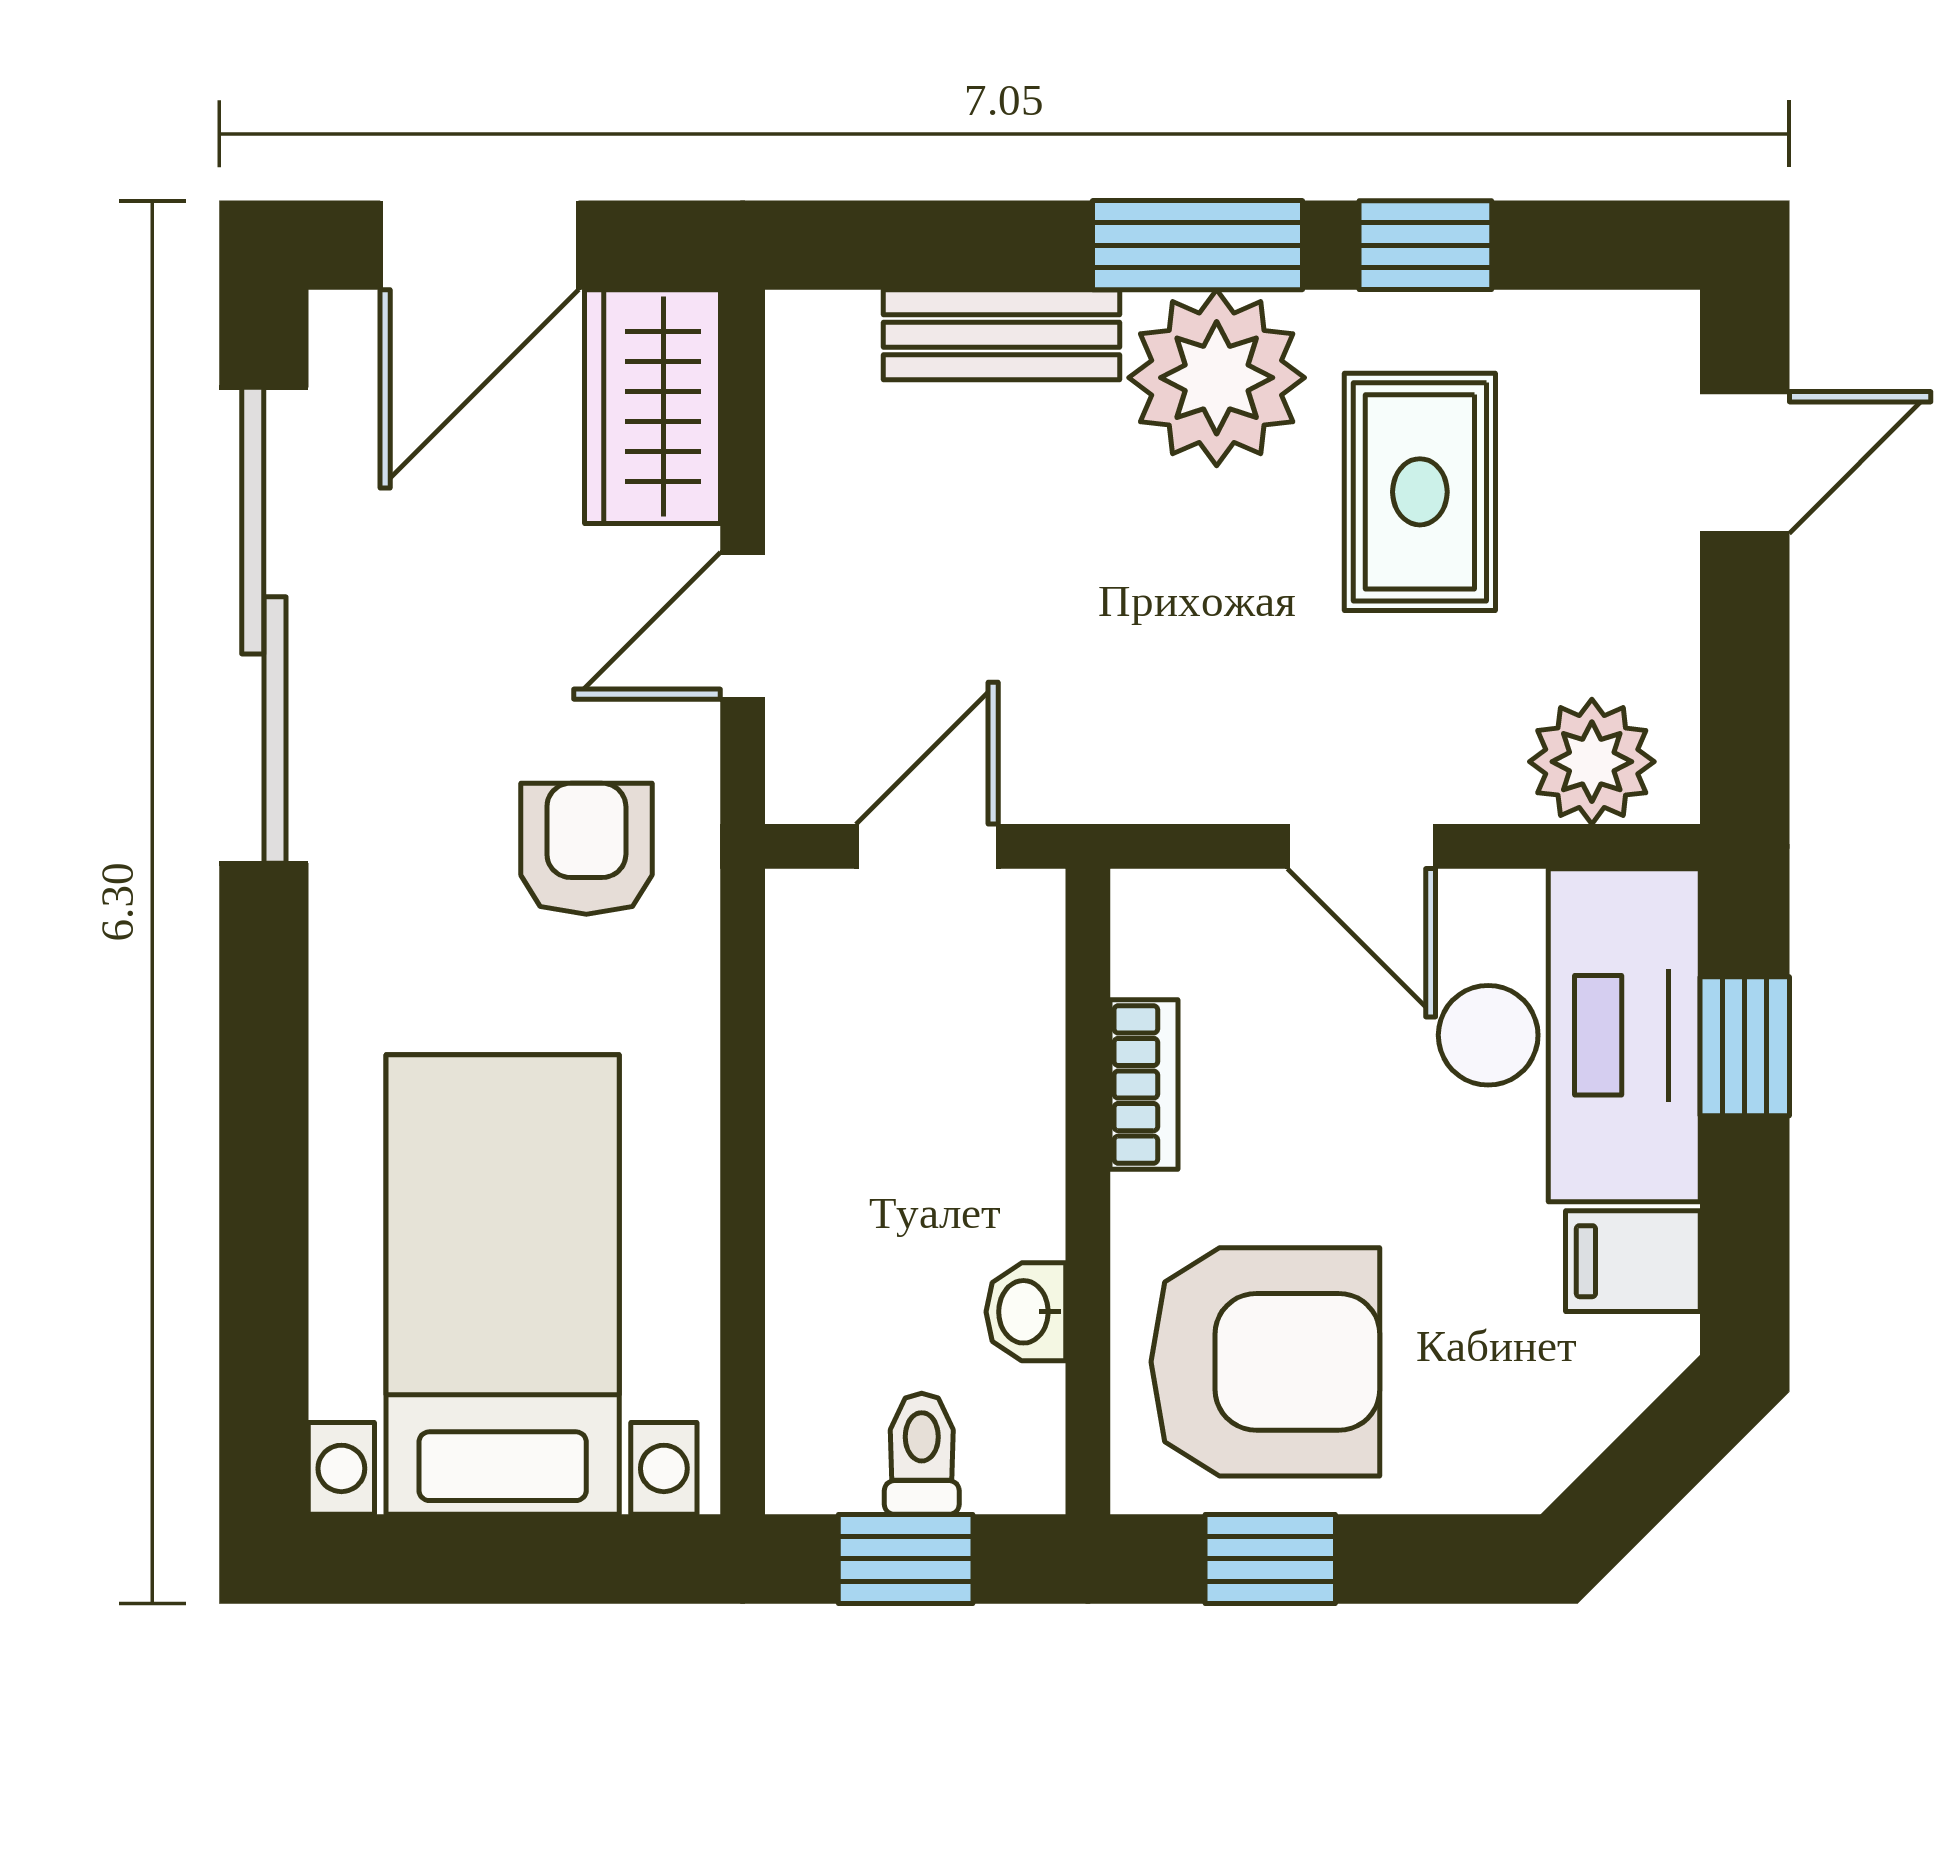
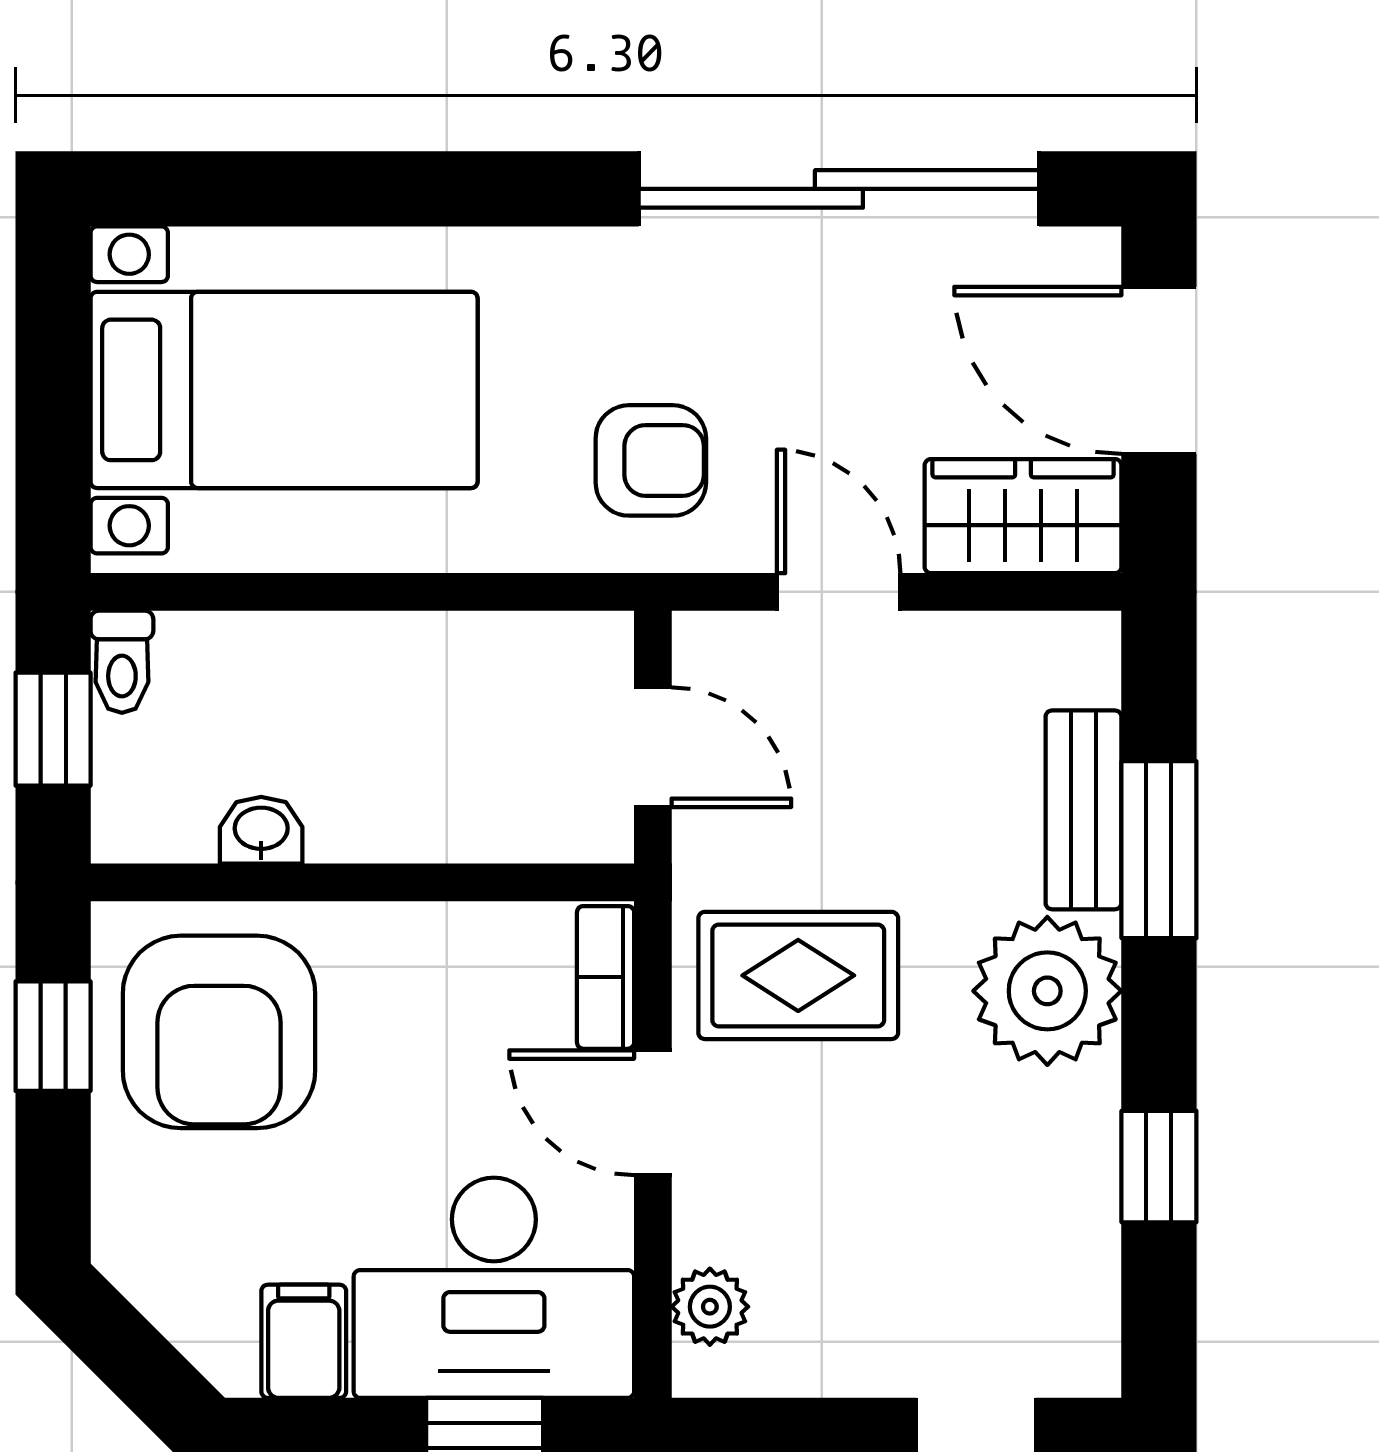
window: (1197, 245) -> (1159, 850), moved
rug: (1420, 492) -> (798, 975), moved
plant: (1592, 762) -> (710, 1307), width x0.73, depth x0.73
door: (1361, 846) -> (653, 1113), hinge flipped
bookcase: (1144, 1085) -> (606, 977), moved, turned 90
toilet: (922, 1454) -> (122, 662), moved, turned 90

